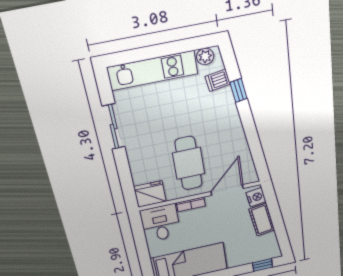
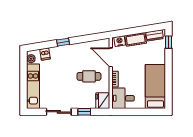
window: (238, 90) -> (63, 42), moved
cafe table: (189, 163) -> (89, 76), width x0.73, depth x0.74
window: (123, 169) -> (84, 112), added
dresser: (271, 244) -> (155, 35), added

